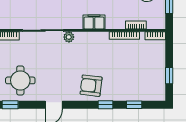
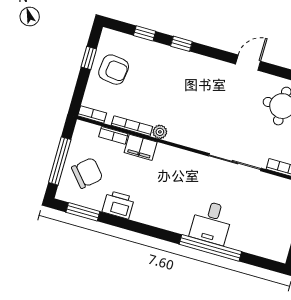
filing cabinet: (94, 22) -> (141, 147), moved
plant: (69, 37) -> (160, 132), moved
armchair: (91, 86) -> (114, 70), moved

